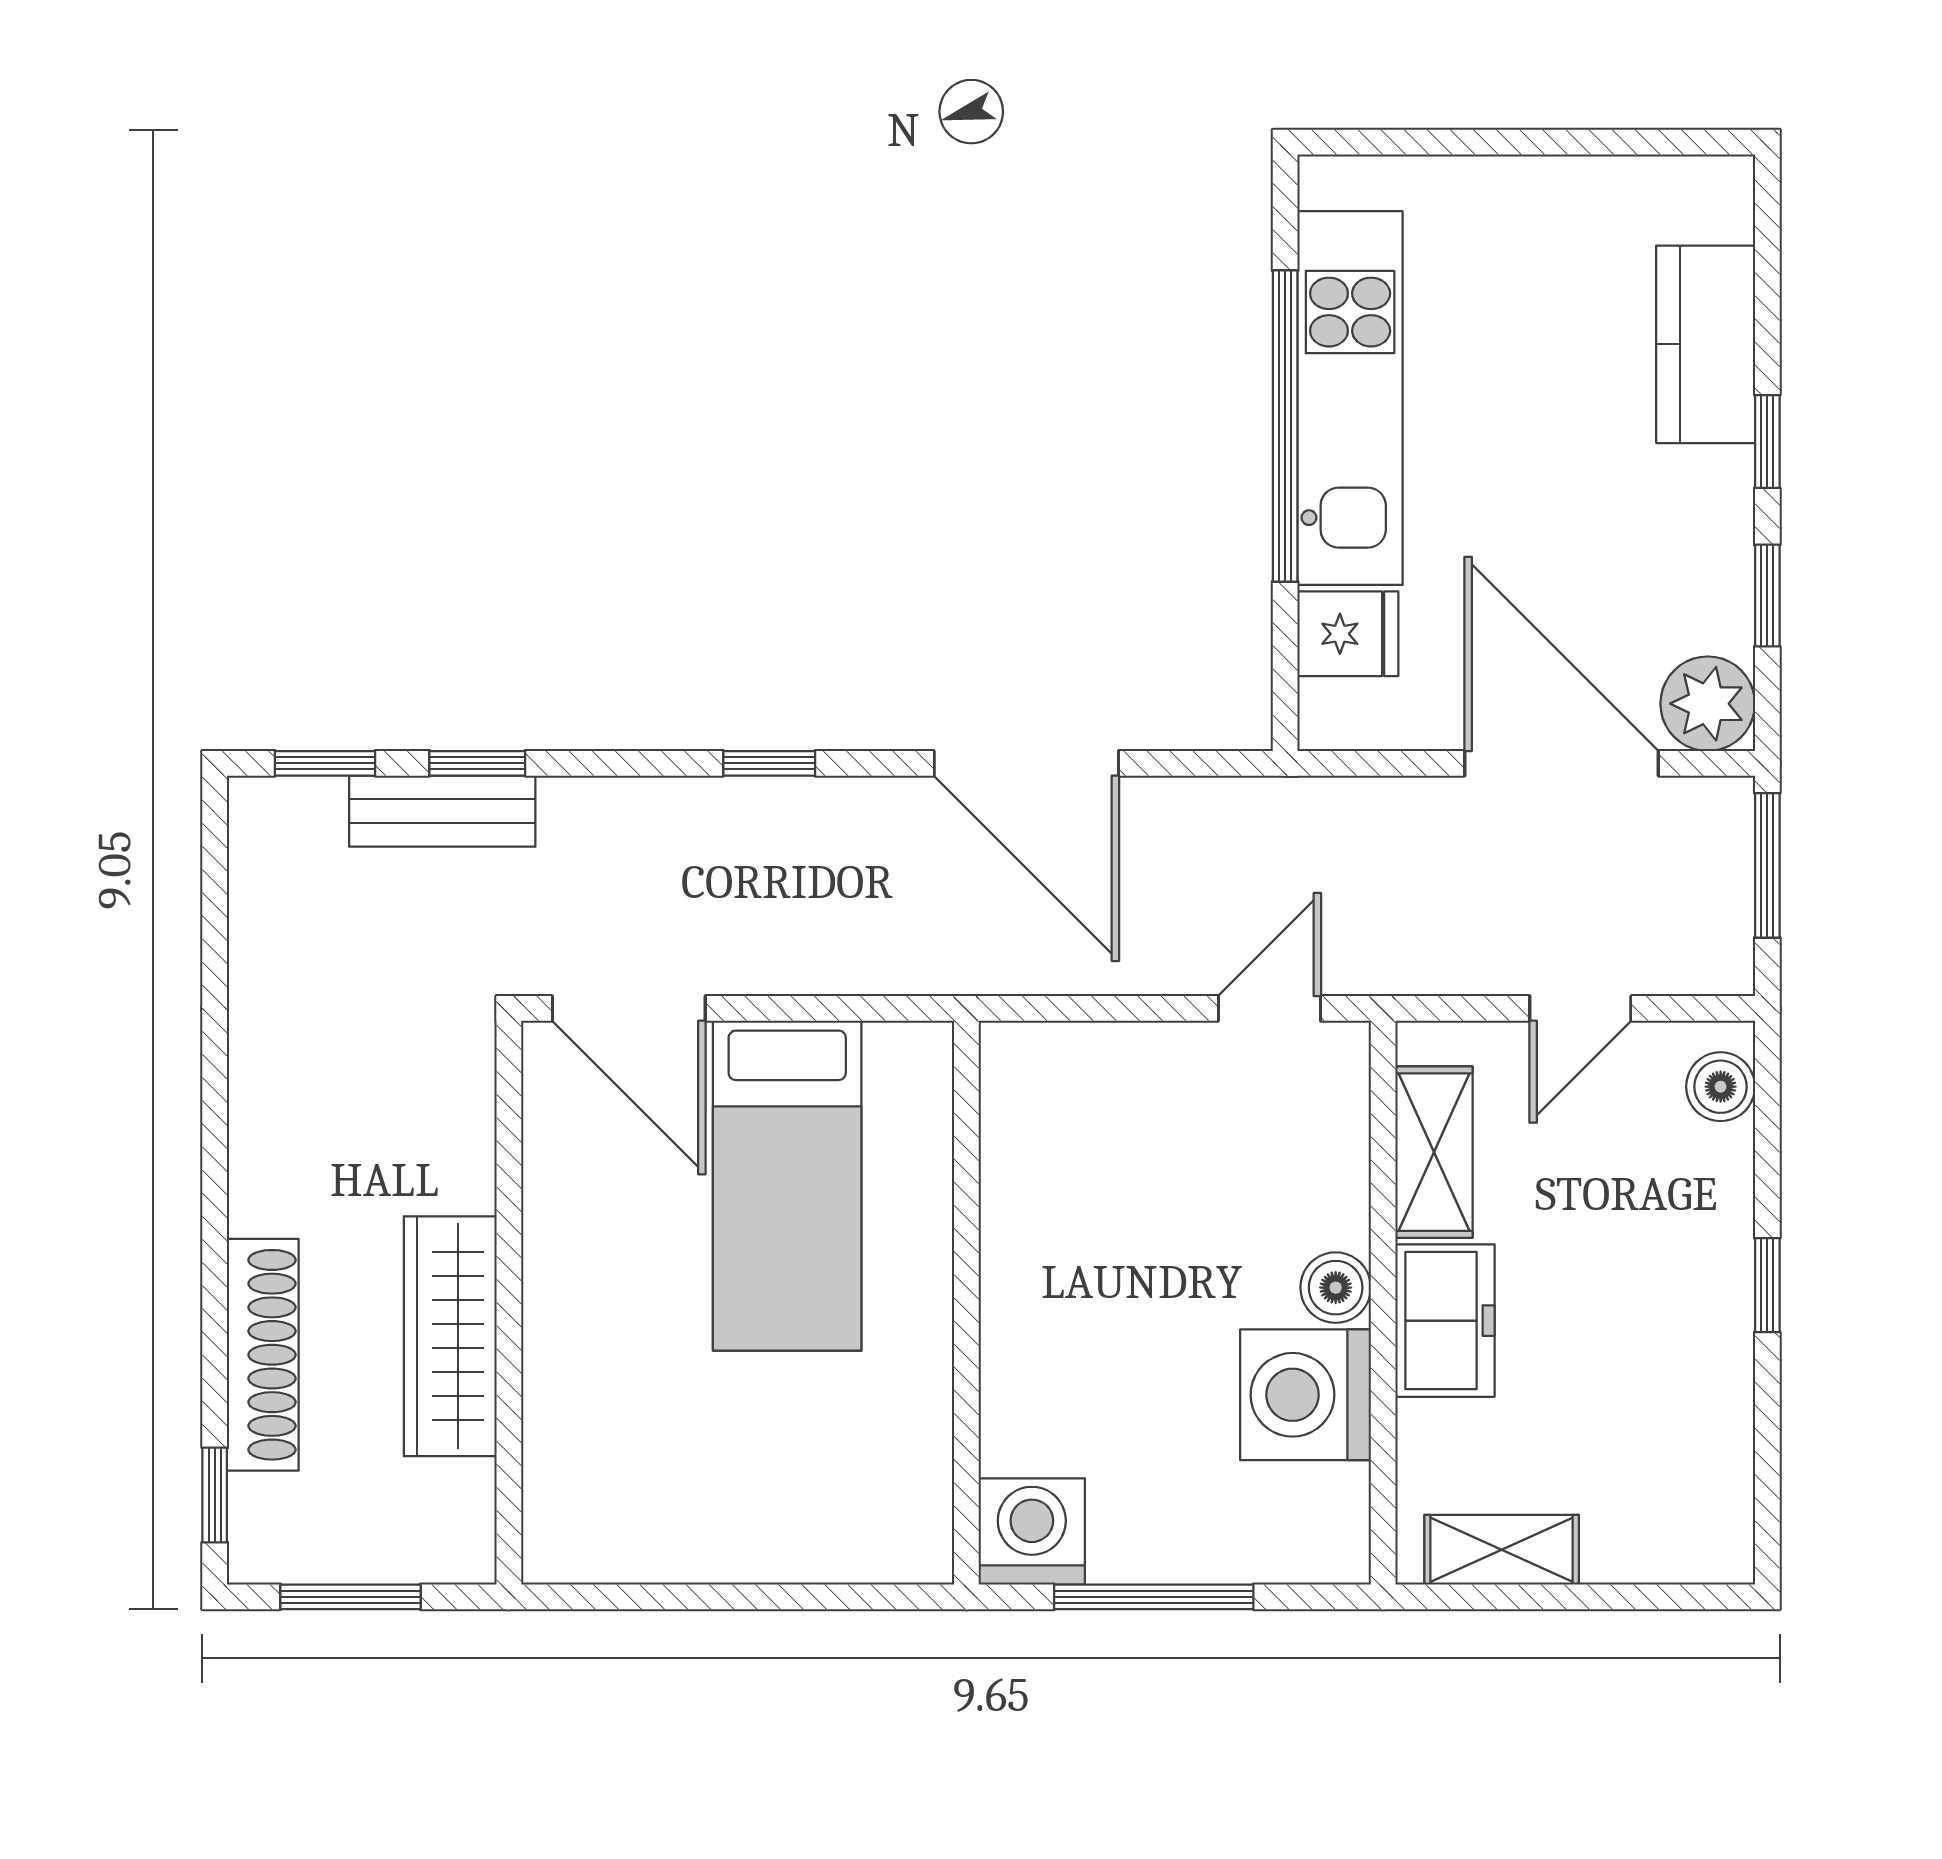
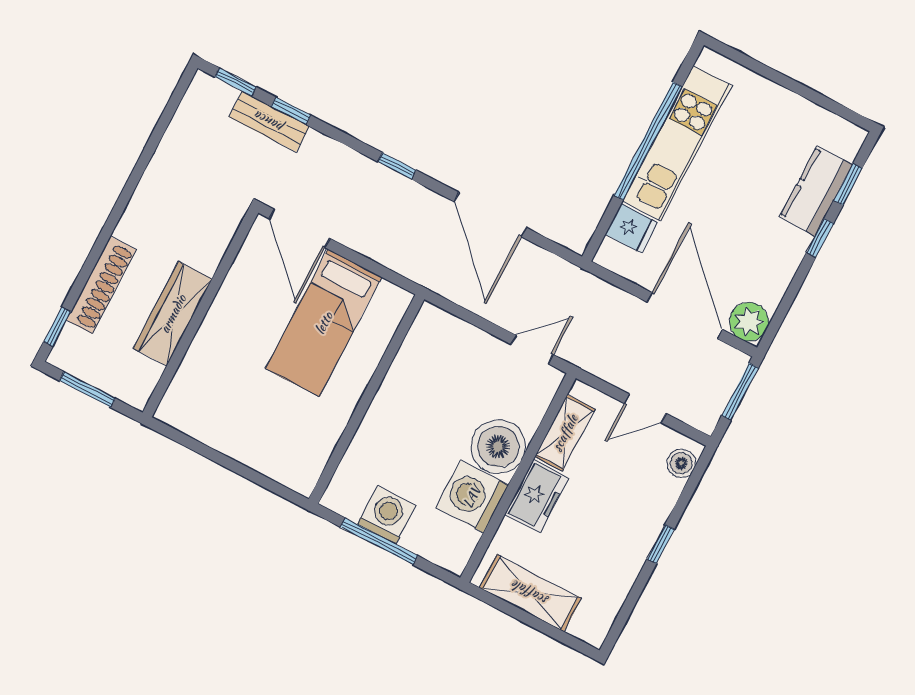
window: (1767, 596) -> (848, 184), moved
boiler: (1336, 1288) -> (498, 447), width x1.86, depth x1.86
washing machine: (1032, 1531) -> (386, 515), moved
shelving: (1502, 1550) -> (530, 593), width x1.50, depth x1.33

